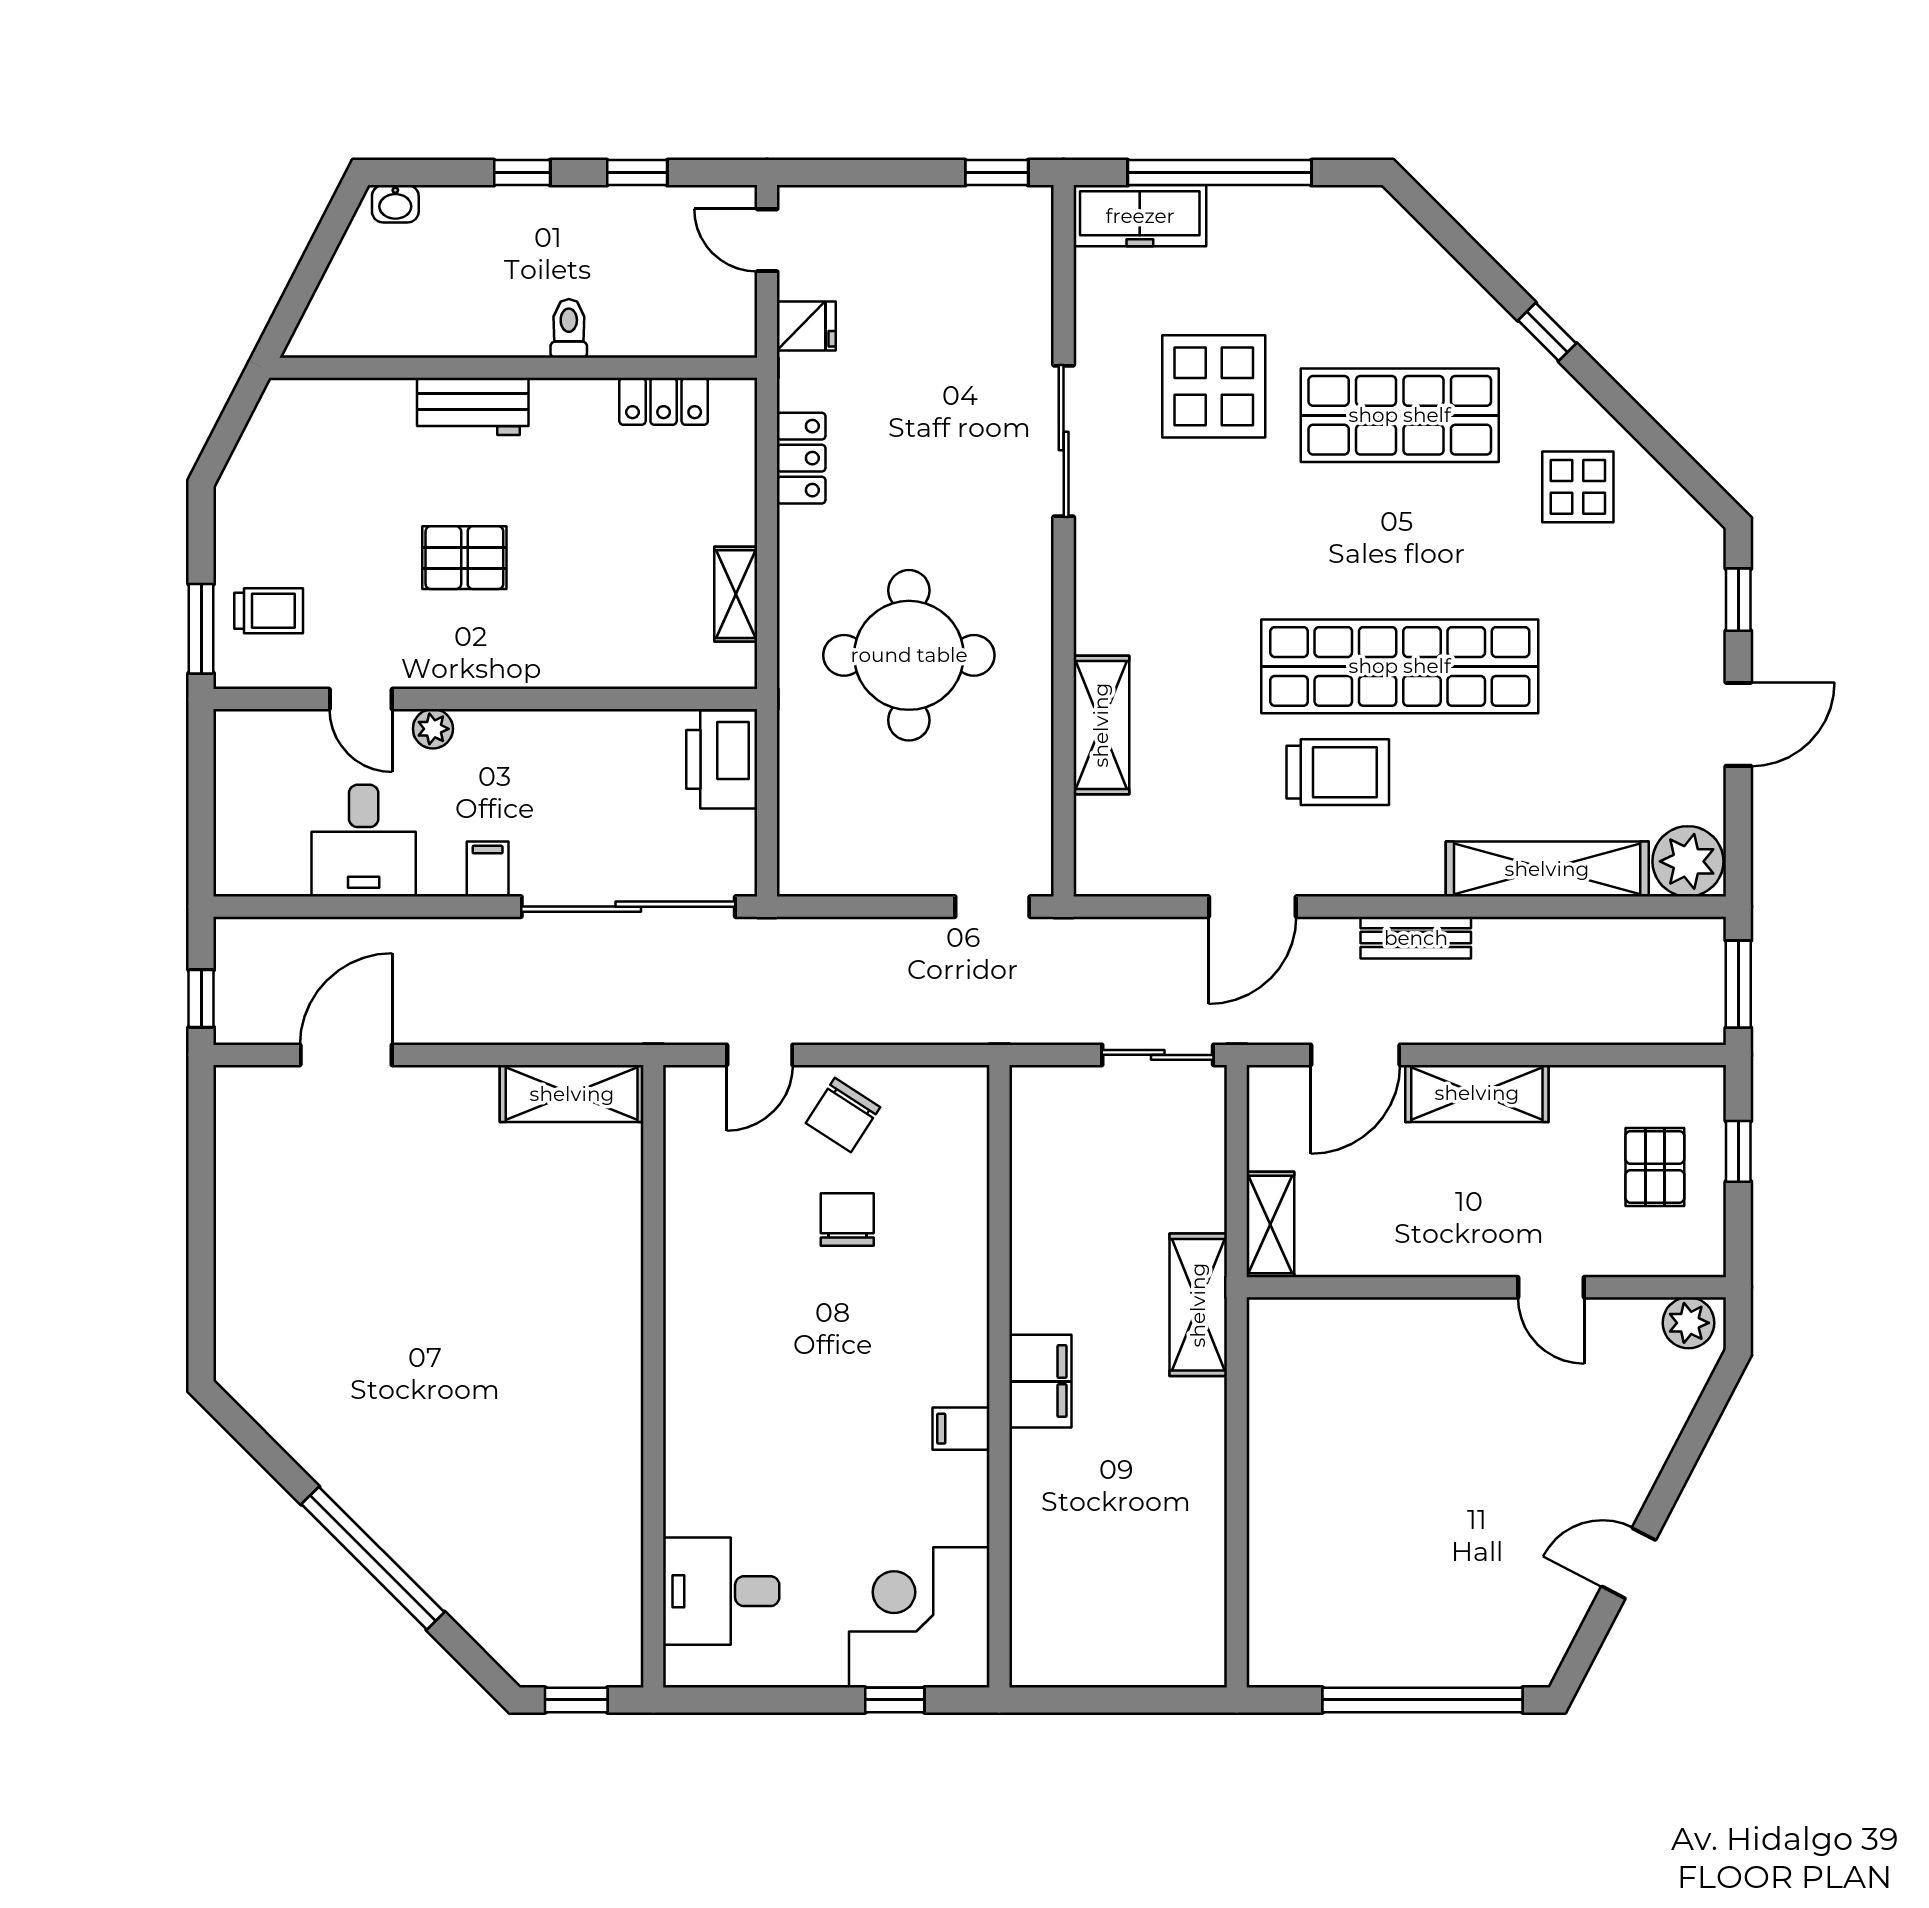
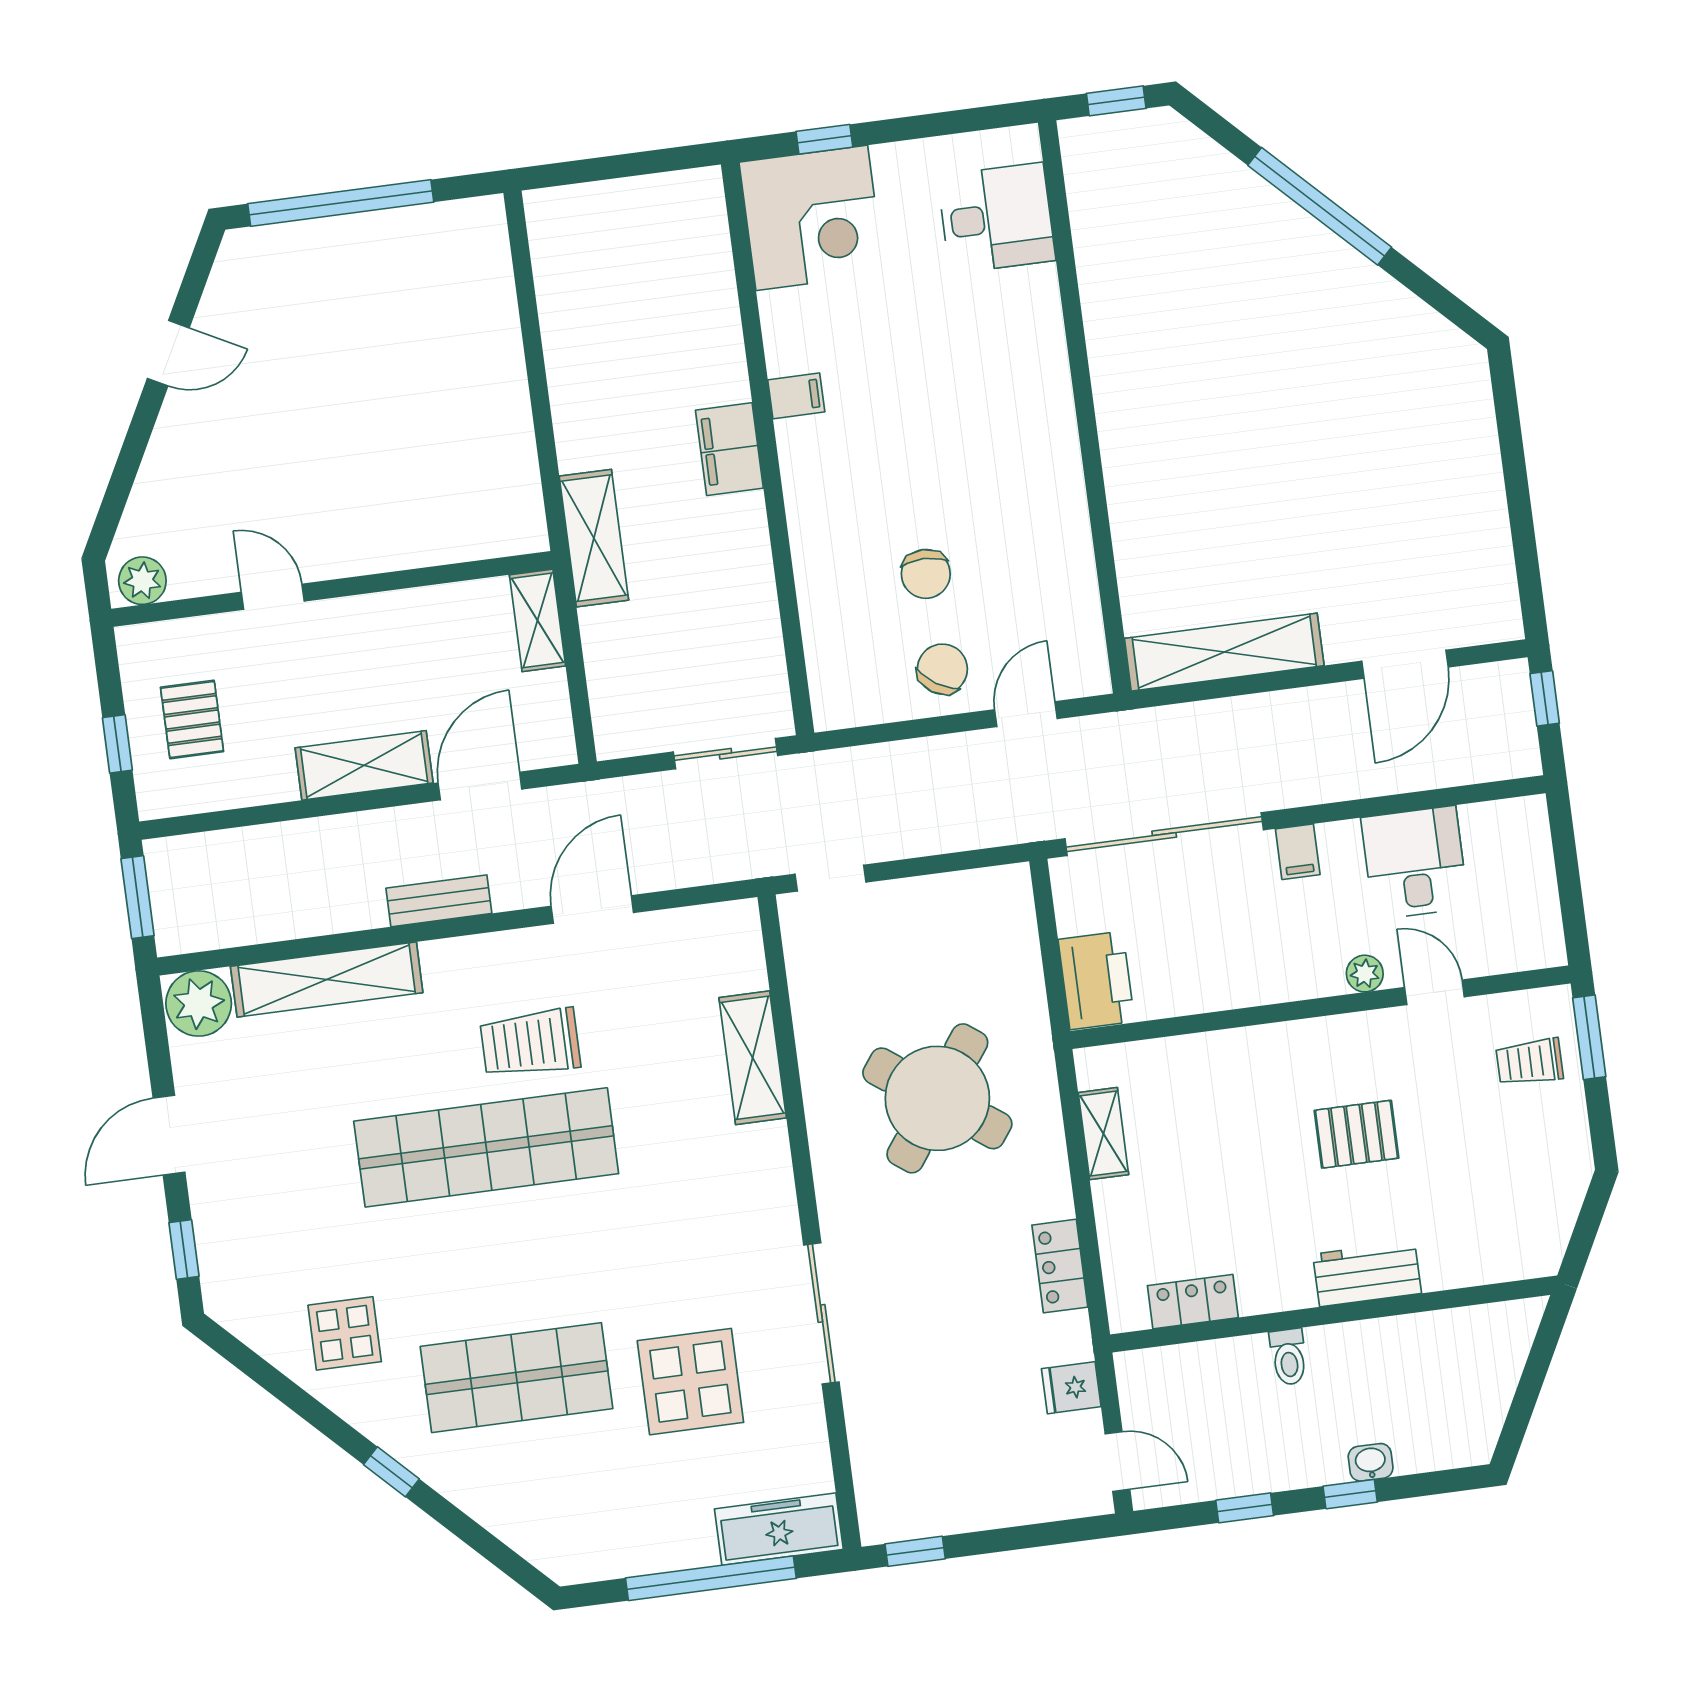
washbasin: (395, 204) -> (1371, 1462), moved
round table: (909, 655) -> (937, 1098), turned 36
sliding door: (1158, 1055) -> (726, 754), moved
shelving: (572, 1094) -> (1224, 652), width x1.47

